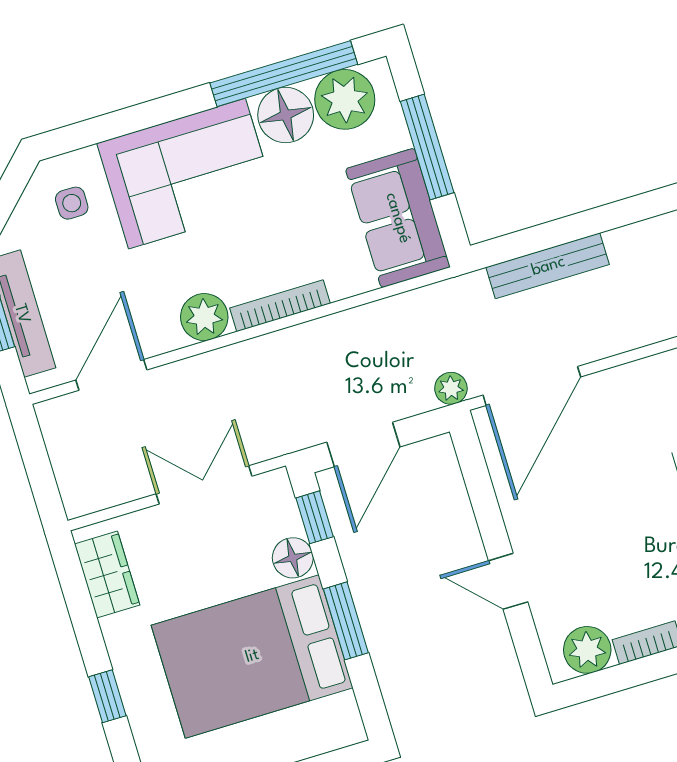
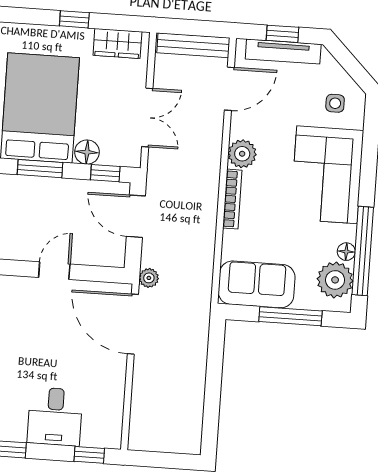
floor lamp: (286, 115) -> (346, 252), width x0.53, depth x0.53
bench: (548, 266) -> (193, 45), moved, turned 90
door: (111, 375) -> (229, 89), hinge flipped
door: (508, 581) -> (54, 271), moved
window: (107, 696) -> (74, 19), moved

